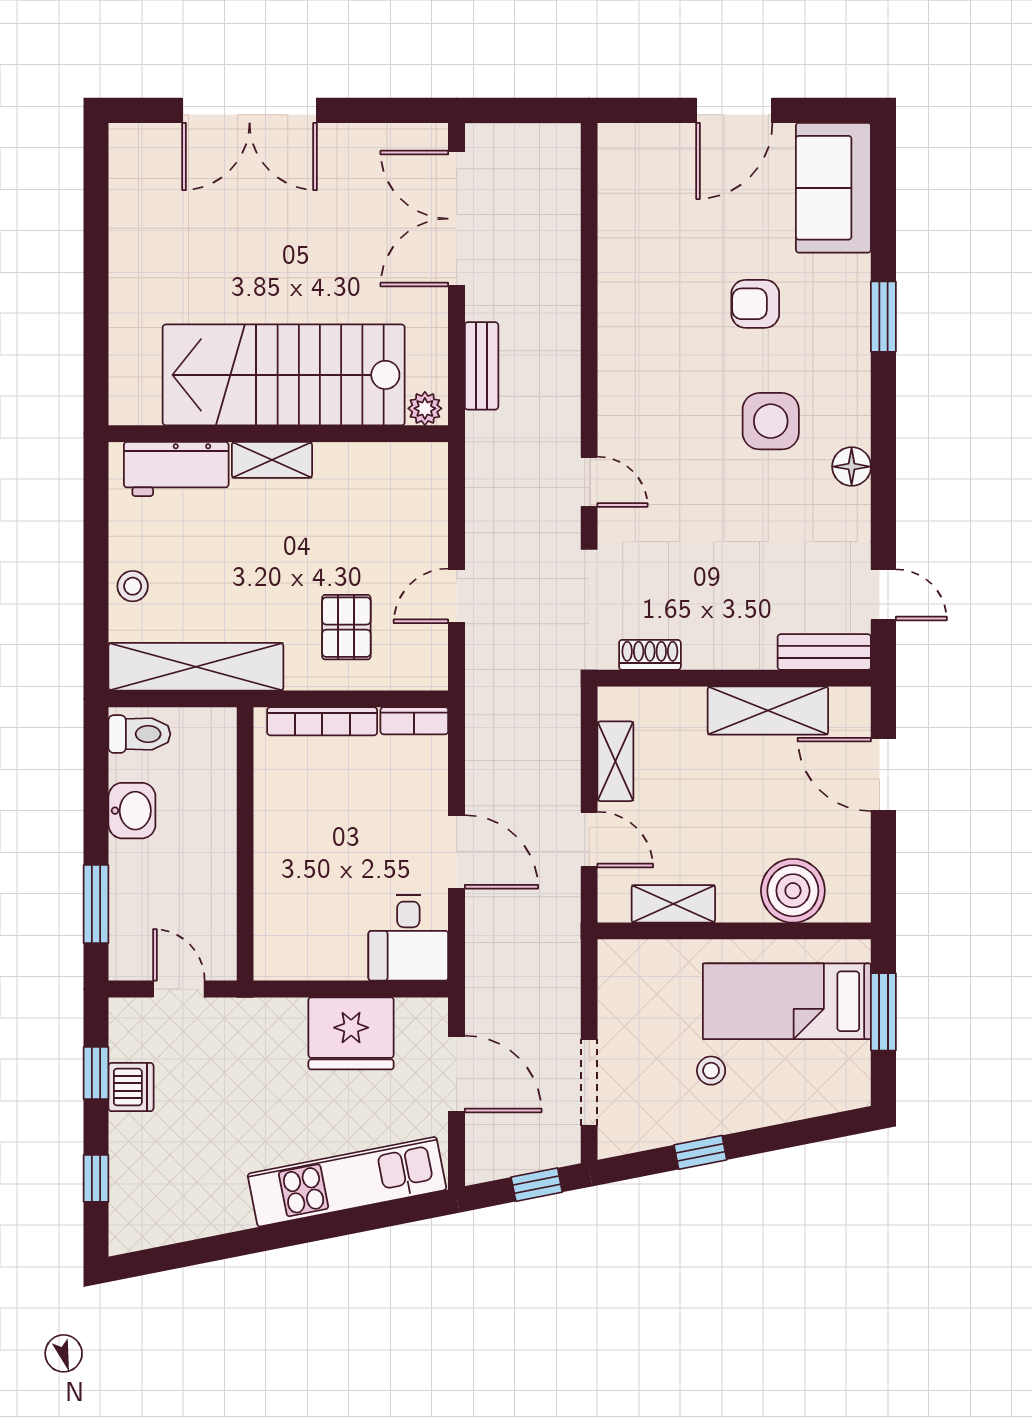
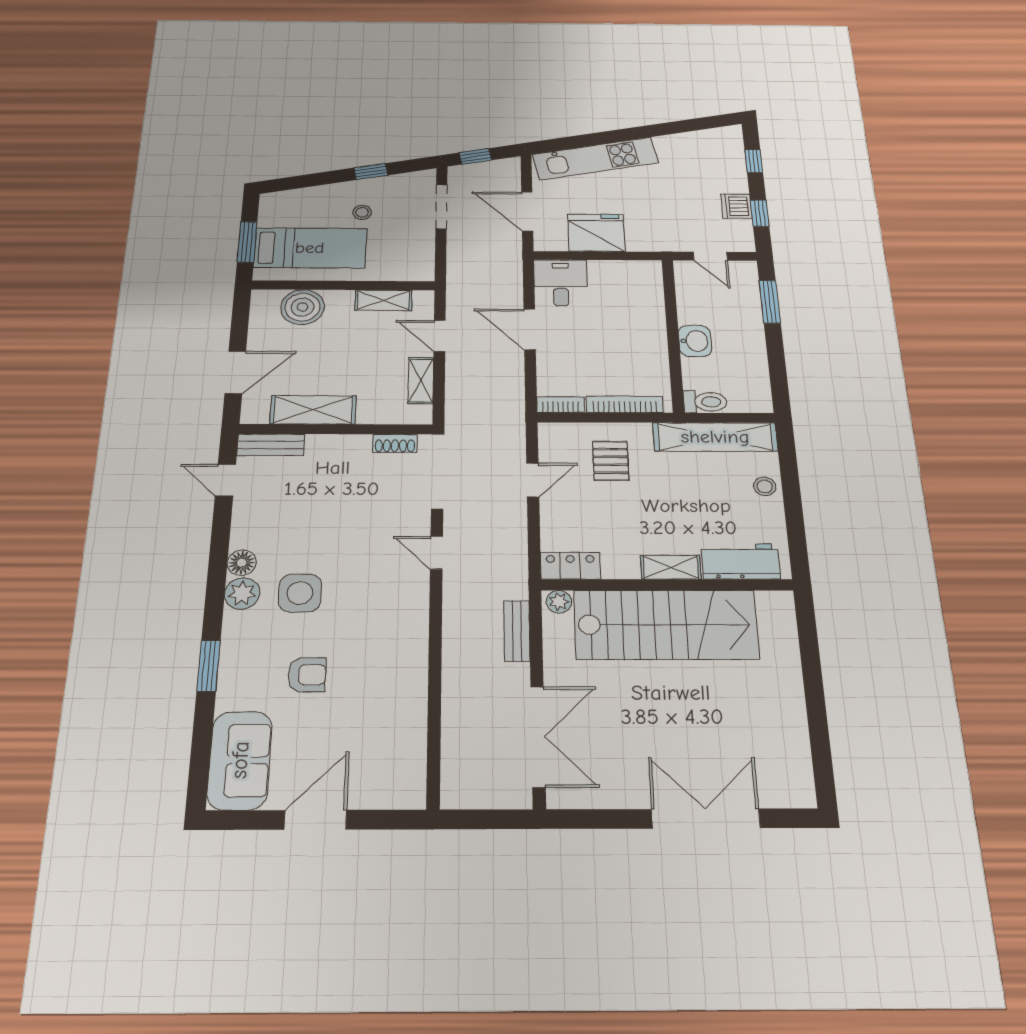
plant: (848, 420) -> (242, 594), added
locker: (408, 462) -> (570, 566), added
toilet: (139, 734) -> (705, 402), moved, turned 180
door: (883, 774) -> (235, 372), hinge flipped
washbasin: (132, 811) -> (695, 341), moved, turned 180

